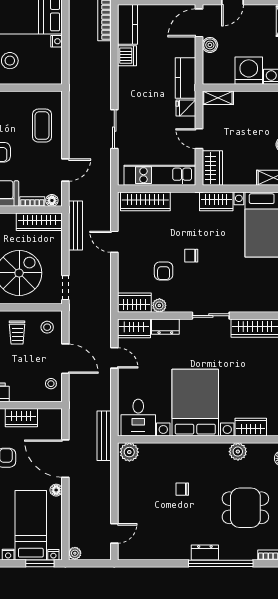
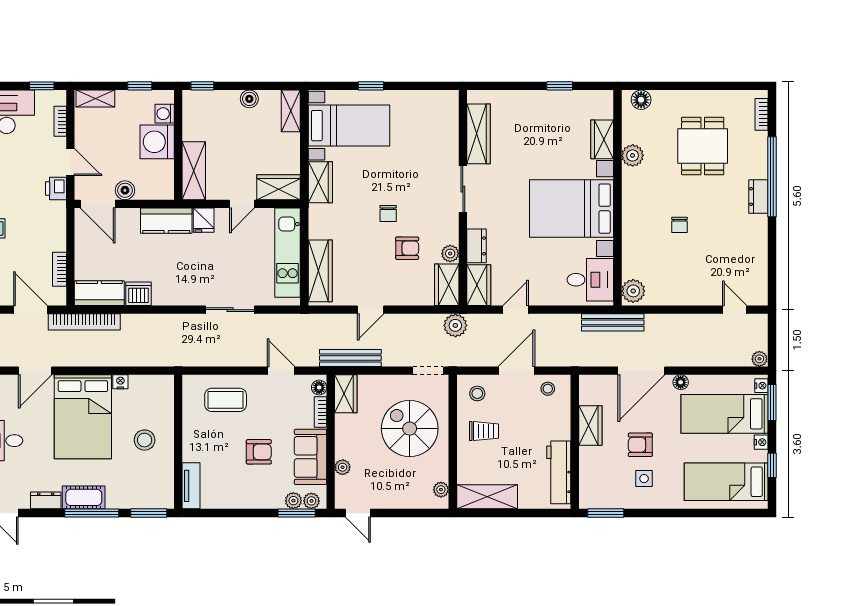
shelving: (218, 98) -> (194, 171), width x1.50, depth x1.33
wardrobe: (39, 222) -> (346, 394), width x0.67
plant: (102, 310) -> (455, 325), added

